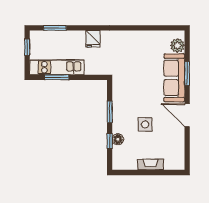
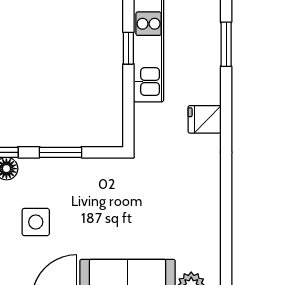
window: (57, 77) -> (128, 48), width x0.67

